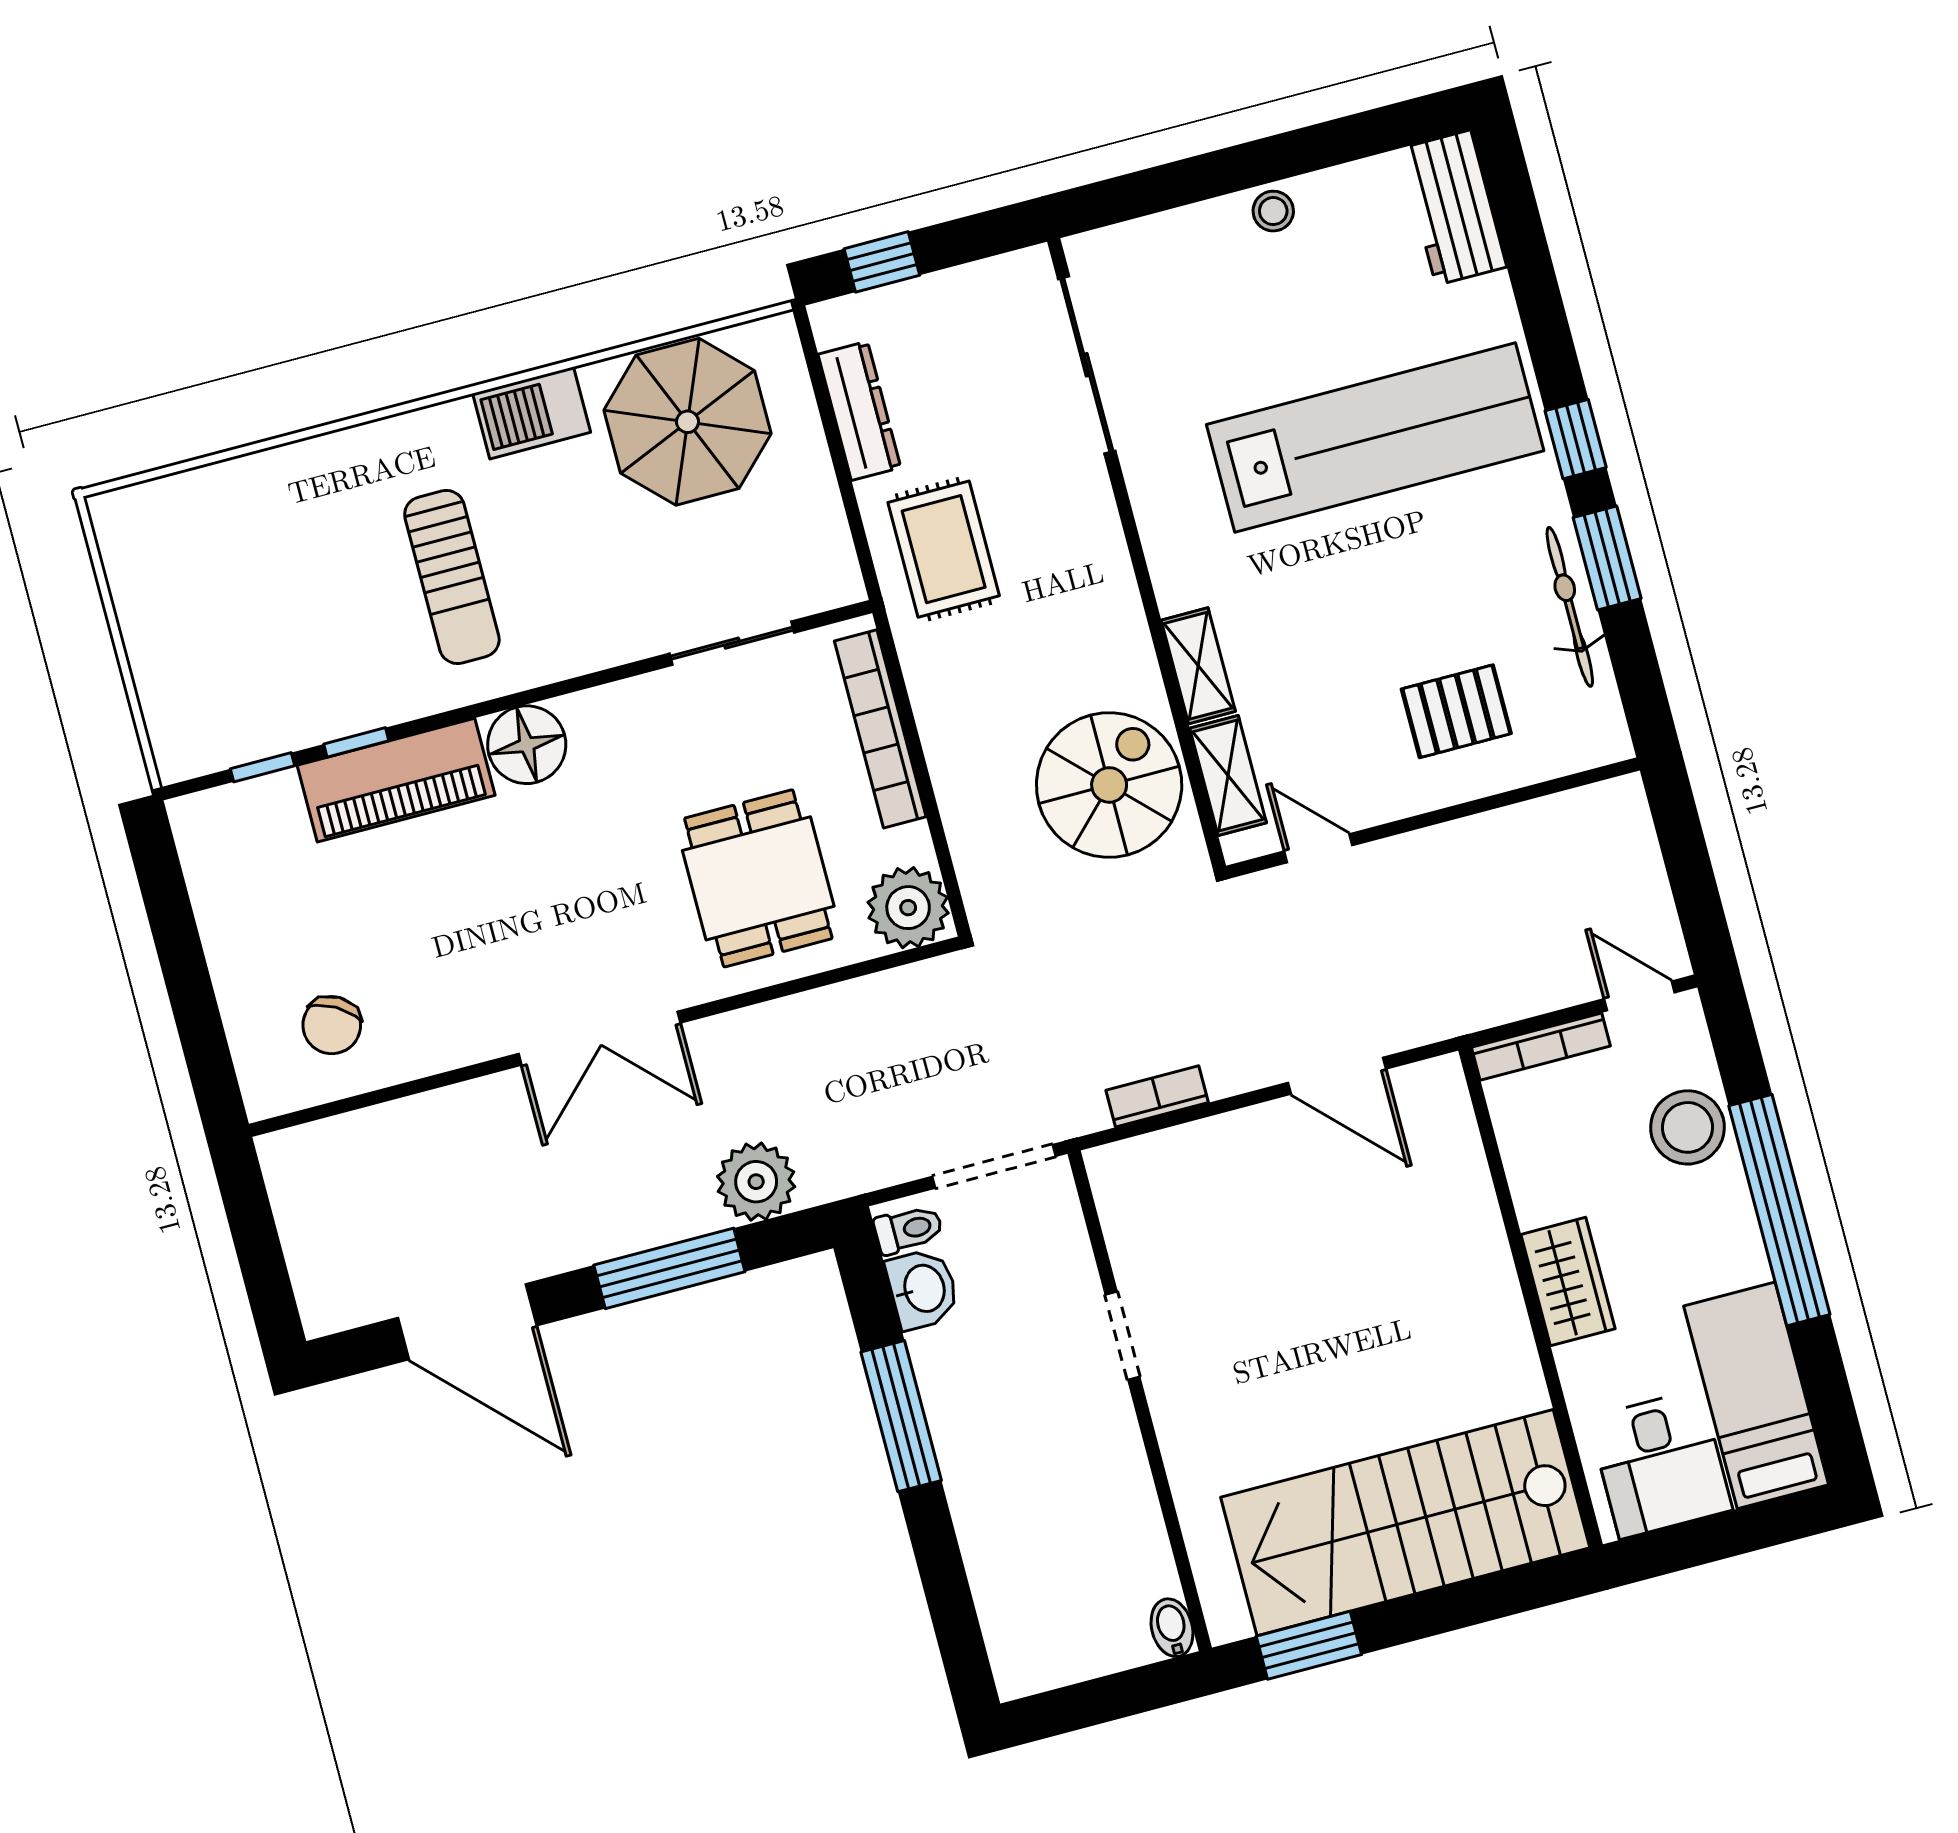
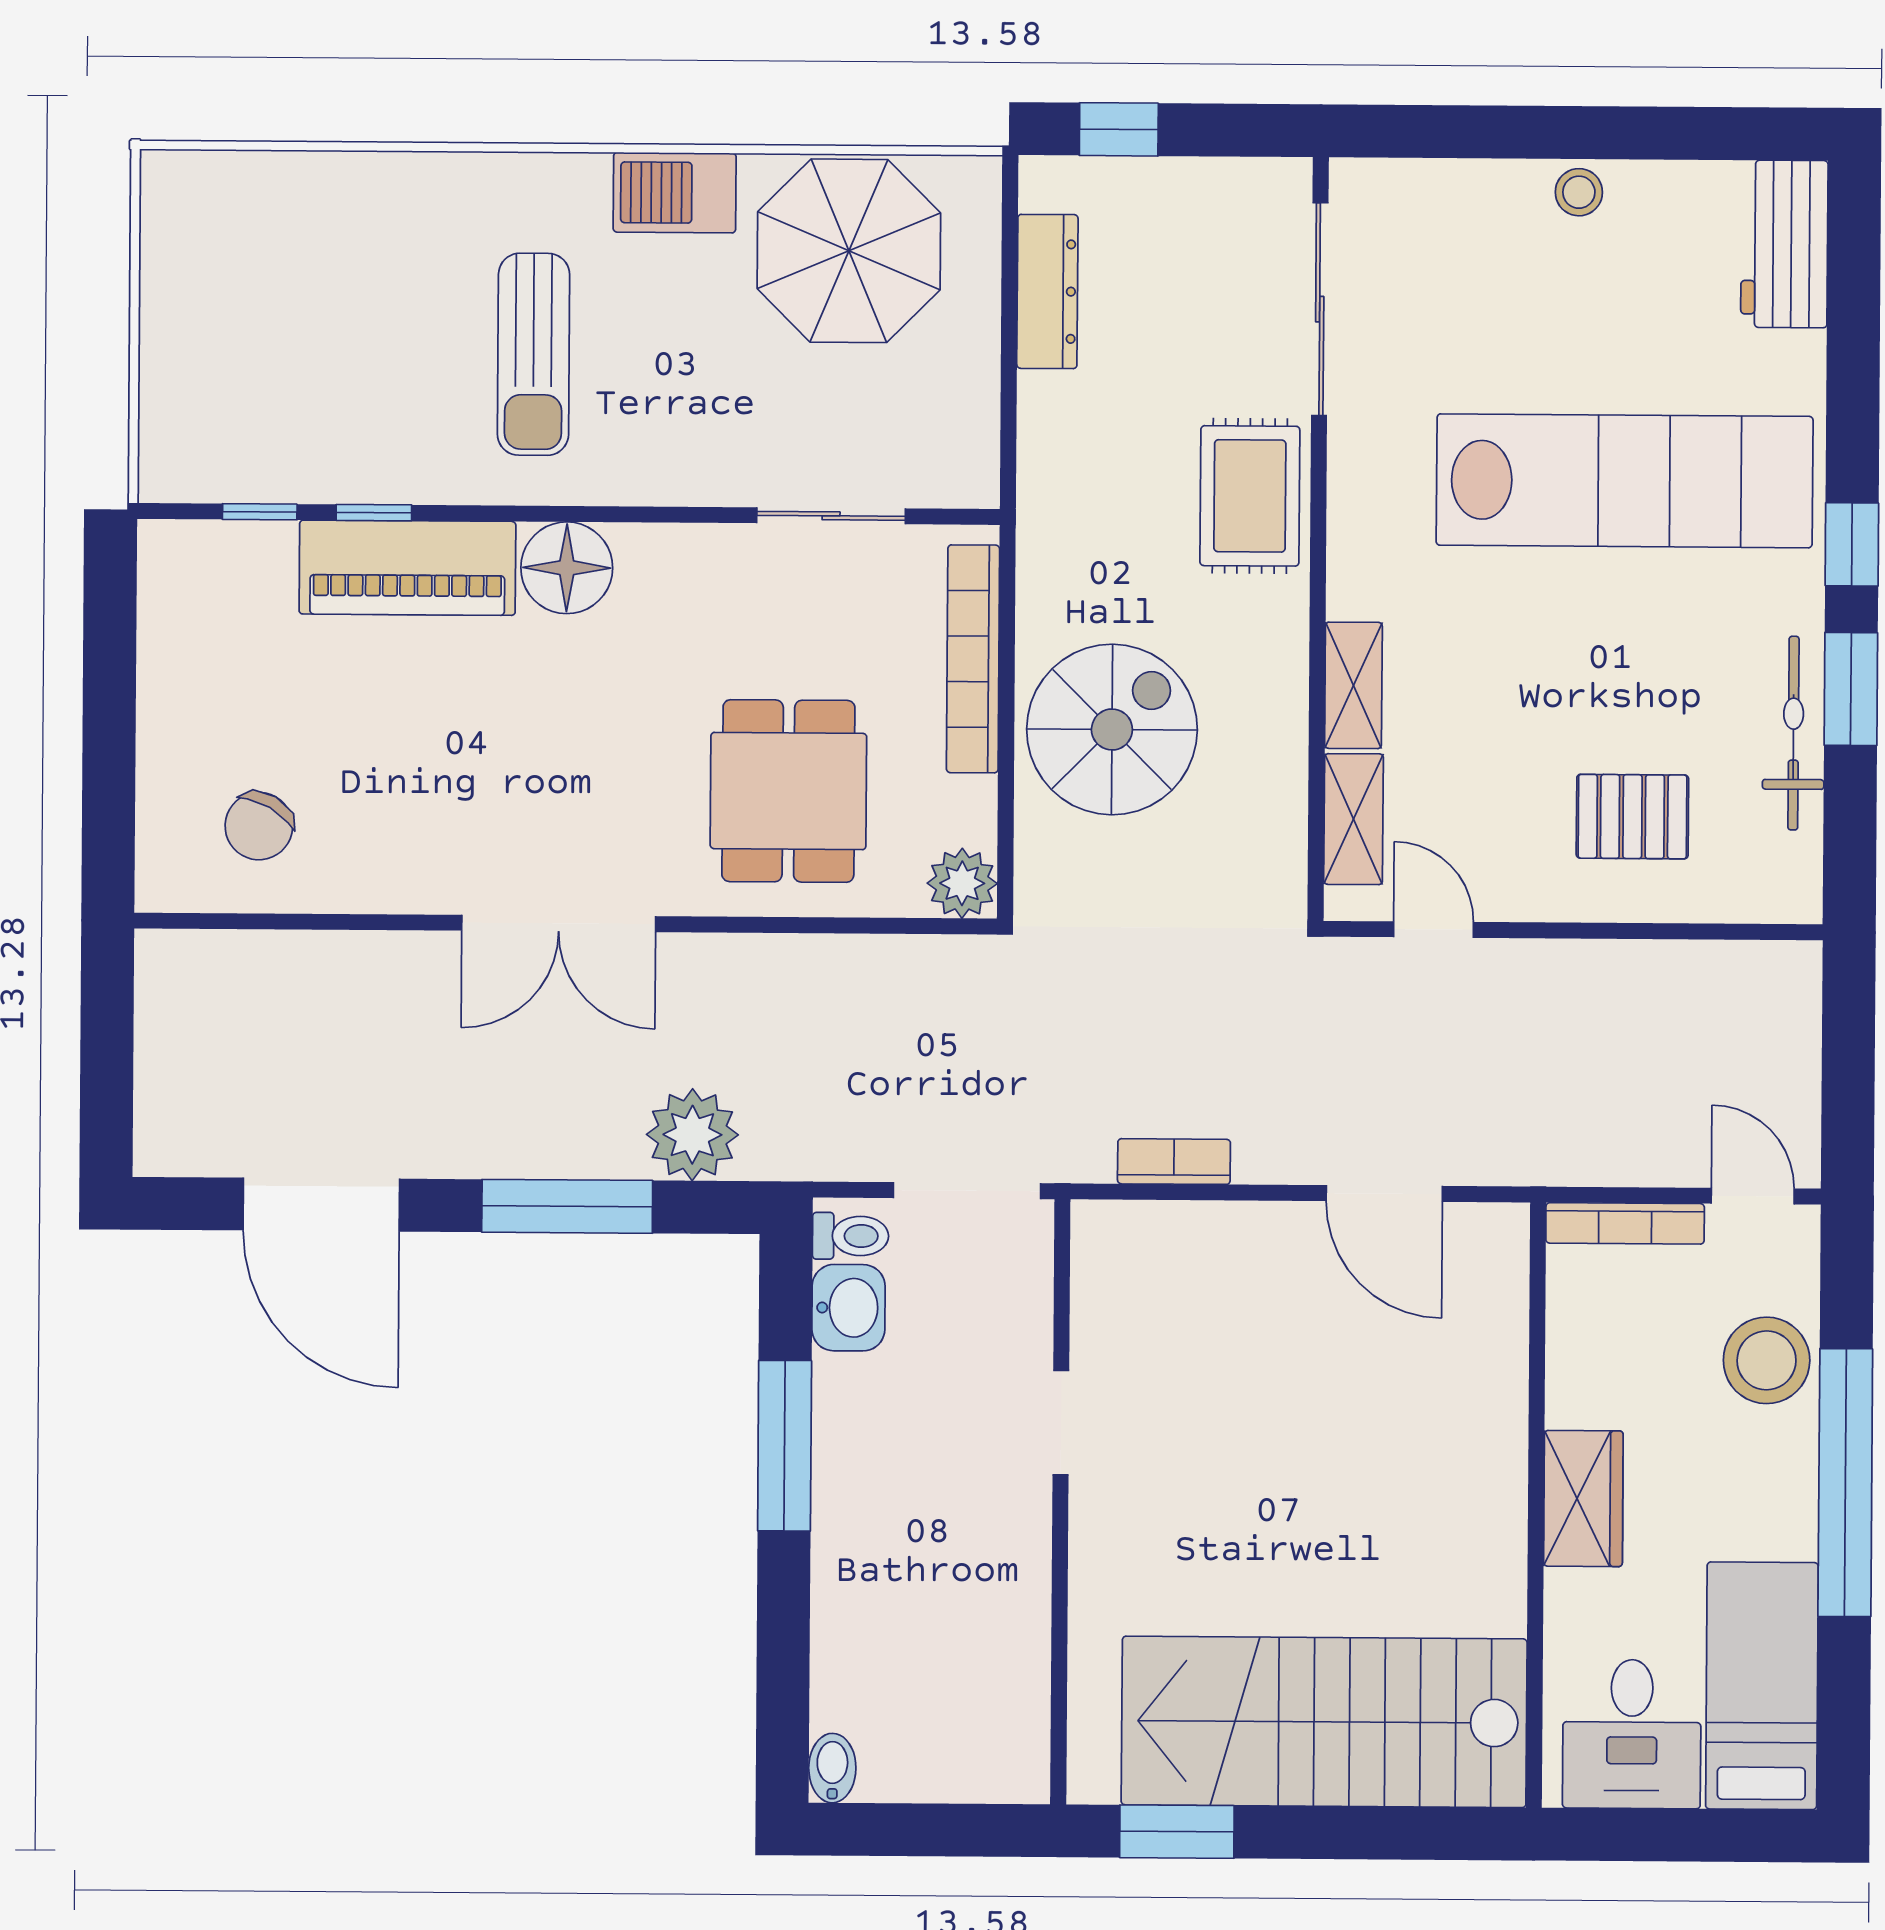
rug: (944, 549) -> (1250, 496), moved
spiral stairs: (1109, 785) -> (1112, 729), moved
plant: (908, 908) -> (962, 883), width x0.73, depth x0.73
bidet: (1172, 1628) -> (832, 1768), moved

